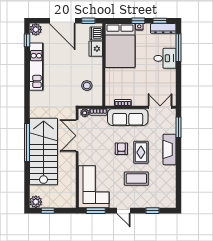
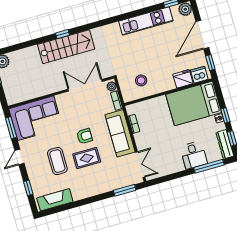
window: (27, 143) -> (63, 34), width x0.32
fireplace: (170, 149) -> (55, 200), moved
stairs: (44, 152) -> (66, 47), width x0.73, depth x0.66

